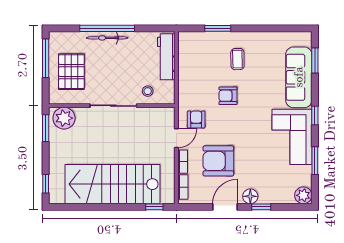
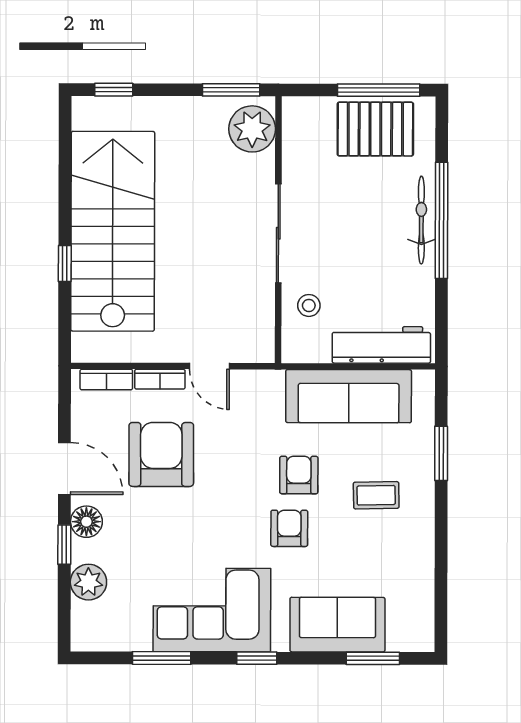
pallet: (71, 72) -> (375, 129), moved
sofa: (191, 72) -> (349, 396), added
sofa: (299, 77) -> (337, 625), width x0.73
armchair: (196, 120) -> (289, 528), moved, turned -90
plant: (303, 195) -> (88, 582), moved
window: (154, 207) -> (65, 263), moved

